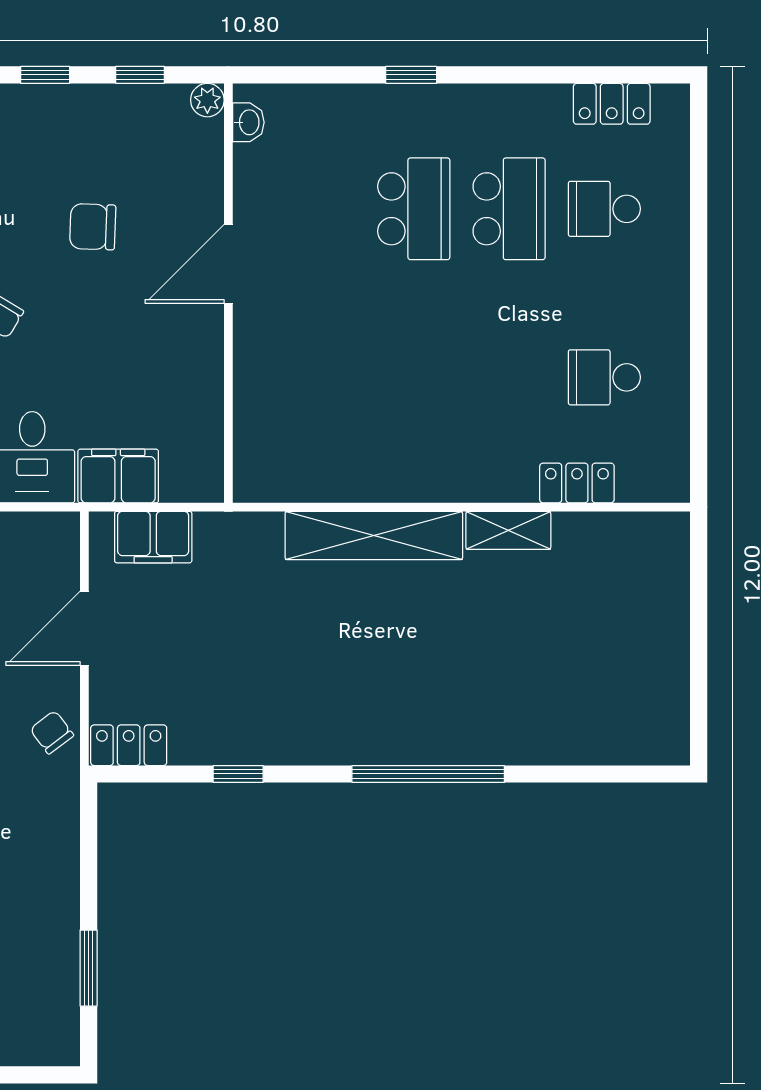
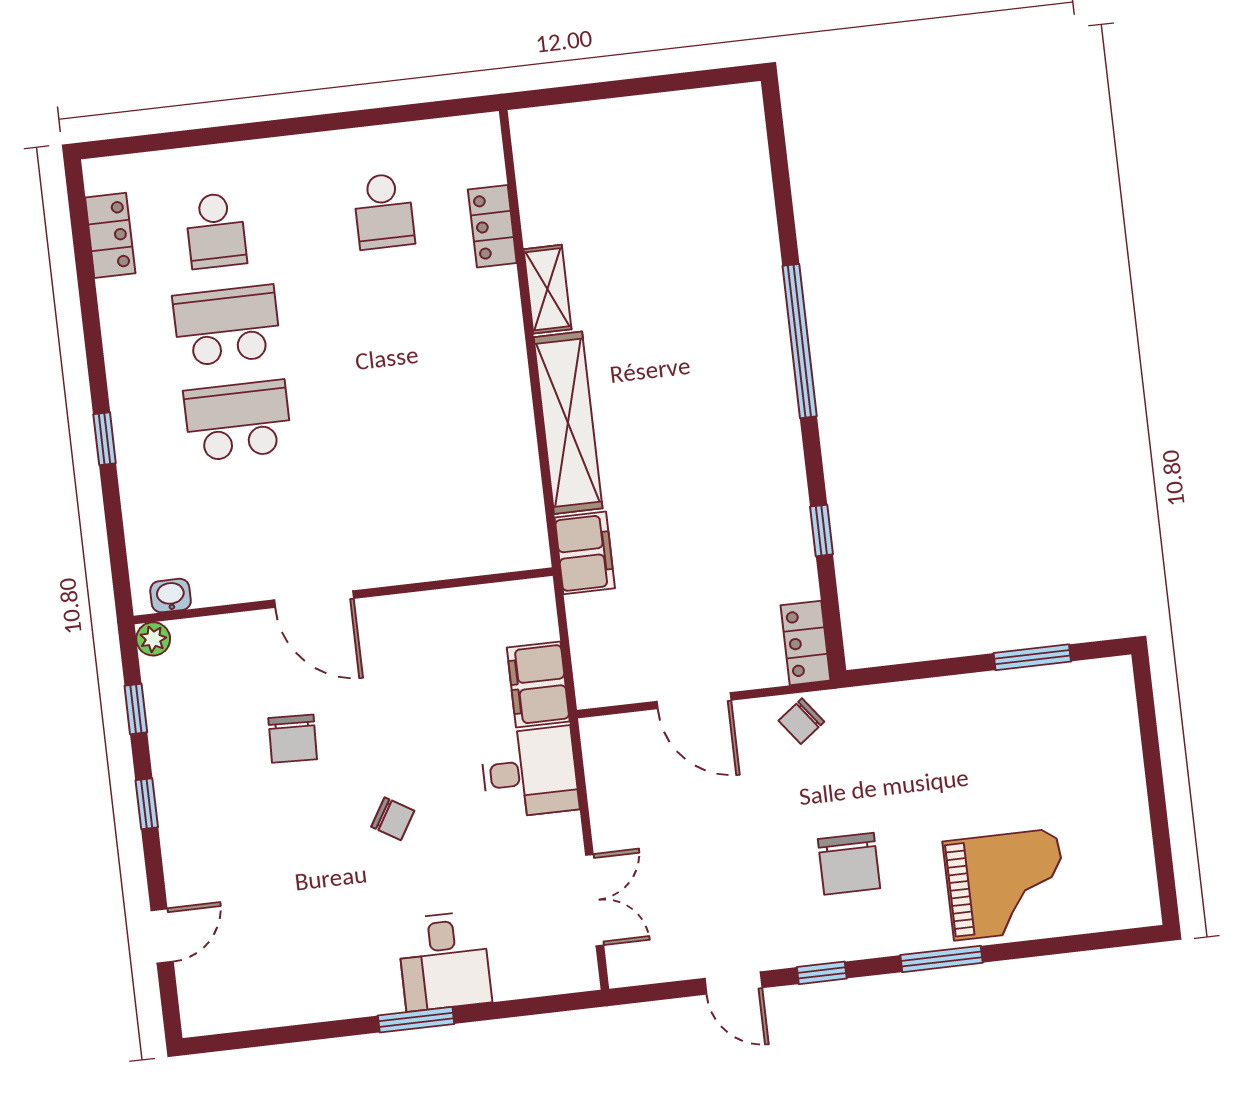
filing cabinet: (153, 537) -> (585, 553), moved

